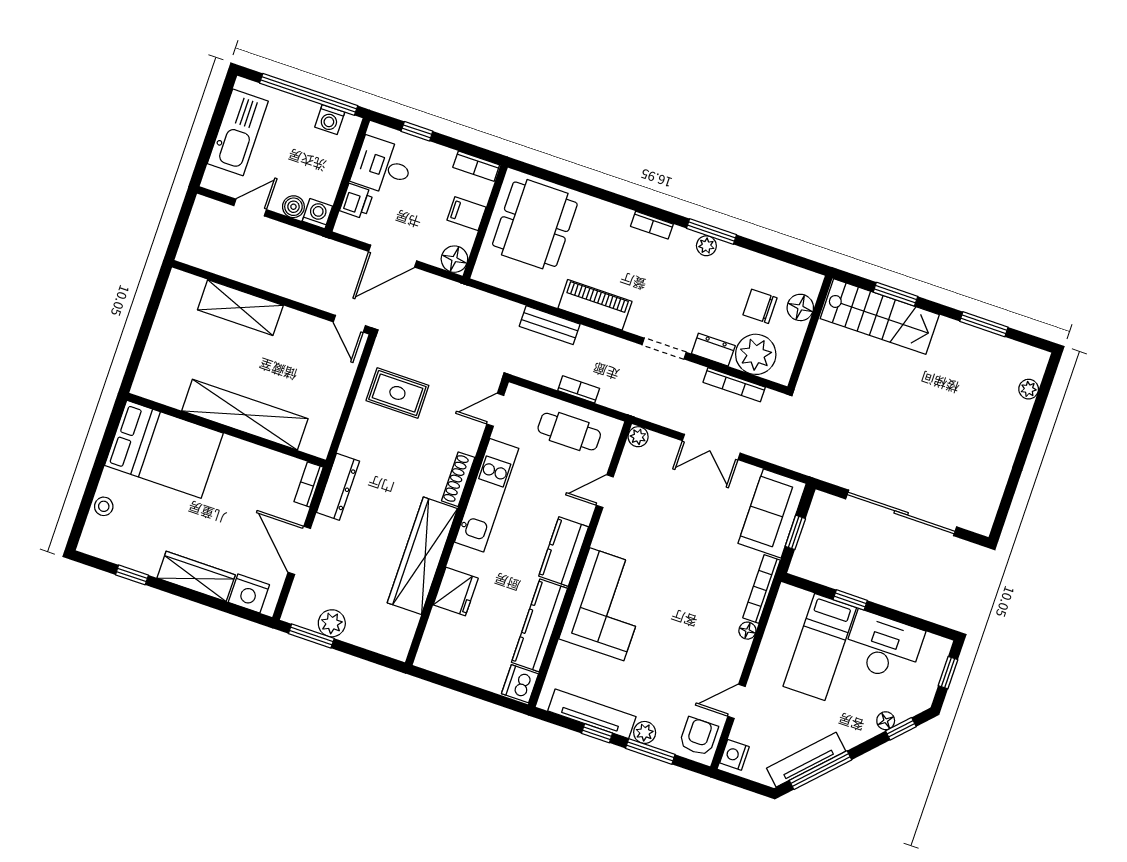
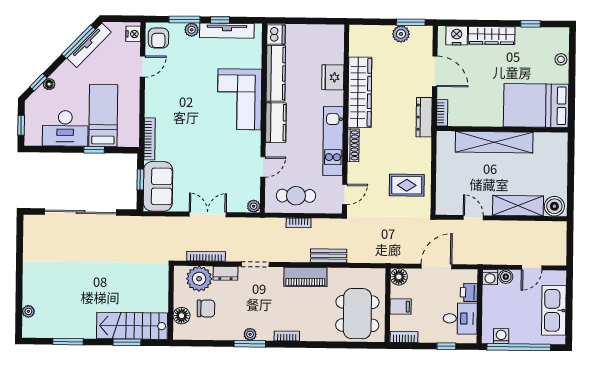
boiler: (186, 289) -> (554, 206), added
door: (349, 324) -> (473, 218), moved
floor lamp: (747, 631) -> (150, 111), removed

